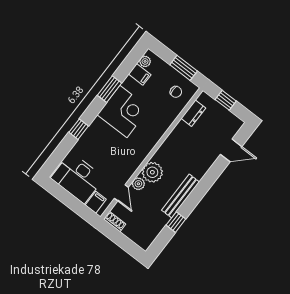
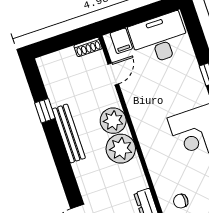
plant: (138, 184) -> (121, 149), moved, width x1.88, depth x1.88
door: (121, 193) -> (113, 74), swing flipped

